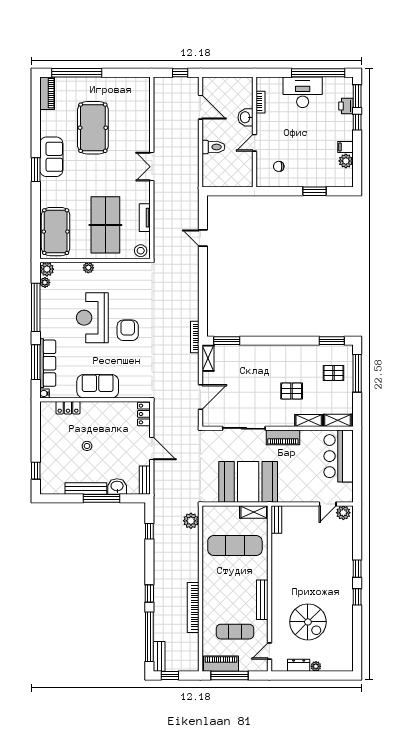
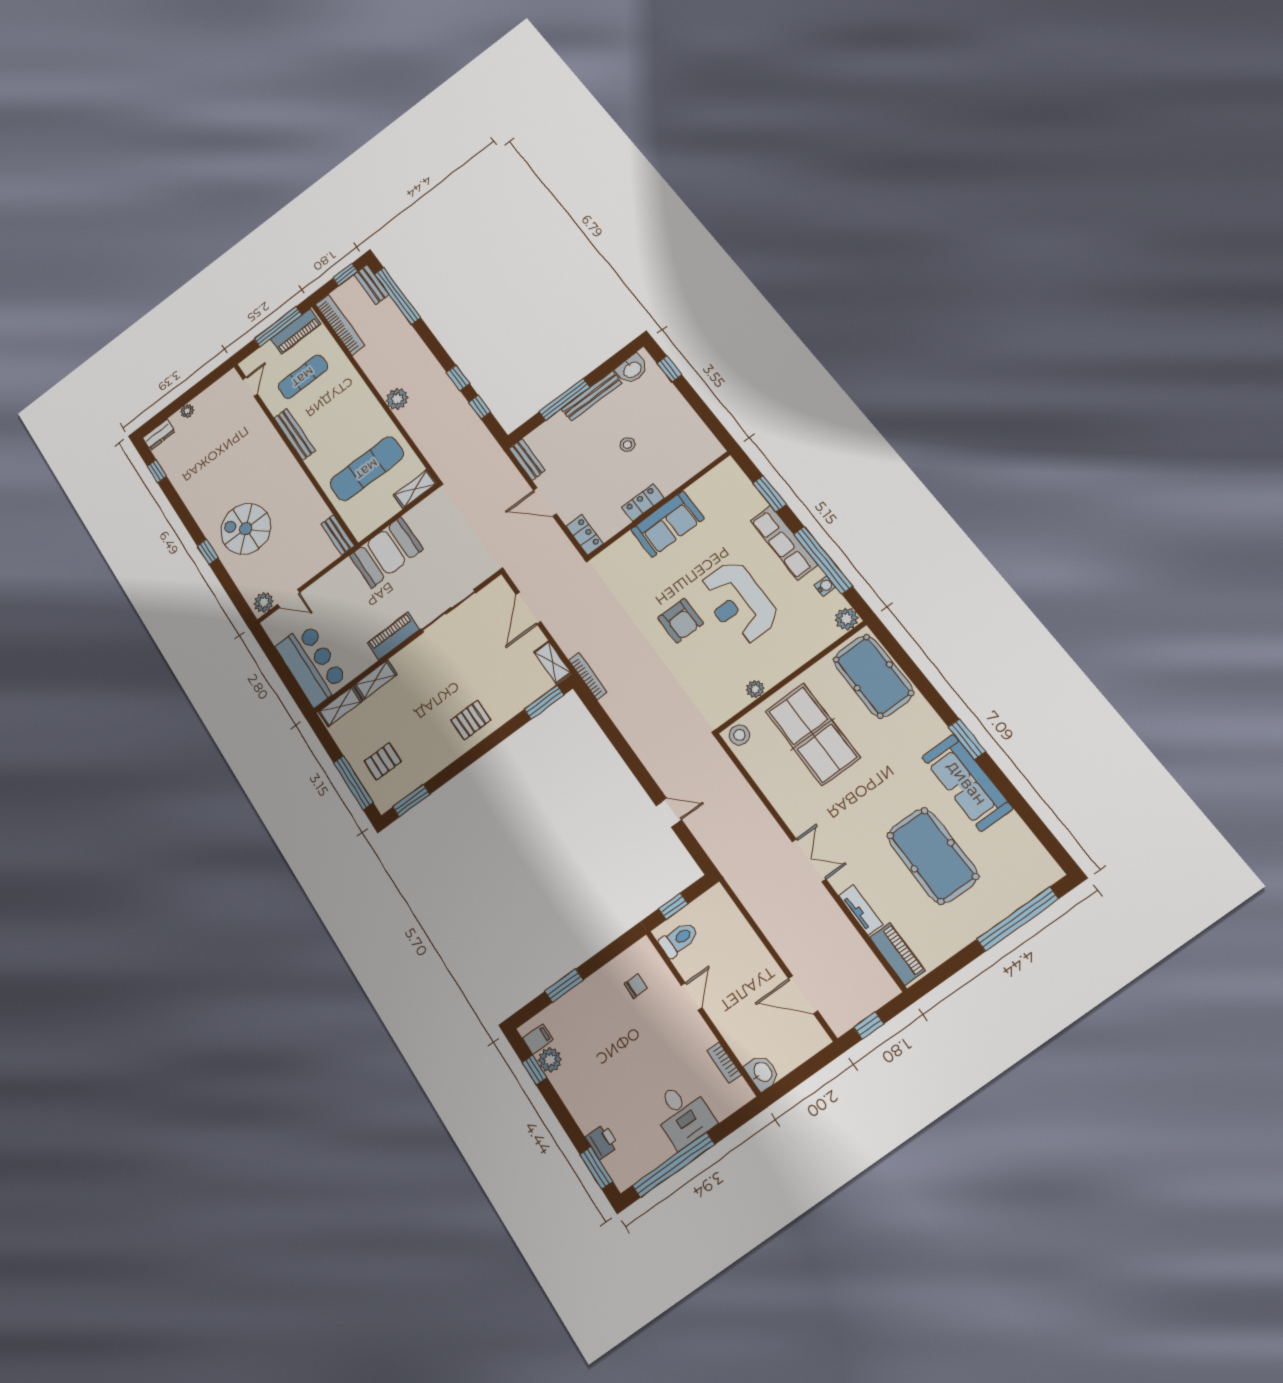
desk: (303, 92) -> (683, 1114), width x0.73
piano: (47, 93) -> (897, 954), moved, turned 180
washbasin: (246, 117) -> (762, 1072), moved
window: (357, 122) -> (535, 1070), moved
toilet: (213, 147) -> (679, 939), moved, turned 180
filing cabinet: (345, 147) -> (538, 1039), moved
sofa: (51, 157) -> (967, 783), width x1.36
window: (233, 191) -> (673, 906), added
tv unit: (145, 218) -> (861, 910), moved
plant: (88, 268) -> (755, 689), moved
plant: (45, 283) -> (836, 600), removed
reception desk: (92, 318) -> (738, 602), turned 180
window: (36, 362) -> (770, 494), width x0.69
row of seats: (48, 363) -> (784, 543), moved
pallet: (292, 391) -> (471, 720), moved
water cooler: (45, 394) -> (825, 586), moved
locker: (68, 408) -> (643, 503), moved
booth: (248, 482) -> (386, 552), width x0.73, depth x0.70
washbasin: (117, 486) -> (632, 369), moved
door: (328, 504) -> (289, 599), swing flipped
shelving: (254, 512) -> (415, 489), moved
plant: (191, 521) -> (397, 399), moved
window: (149, 593) -> (458, 378), moved
window: (357, 597) -> (157, 471), moved
bookcase: (193, 607) -> (340, 325), moved
spiral stairs: (308, 622) -> (246, 529), moved
dresser: (299, 665) -> (159, 435), moved

